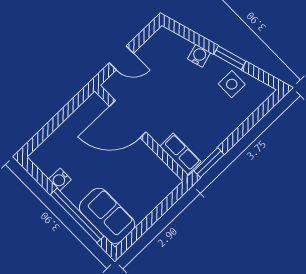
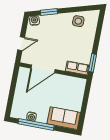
water cooler: (199, 56) -> (34, 21), moved
window: (230, 58) -> (49, 12), moved
window: (77, 215) -> (36, 124), moved

